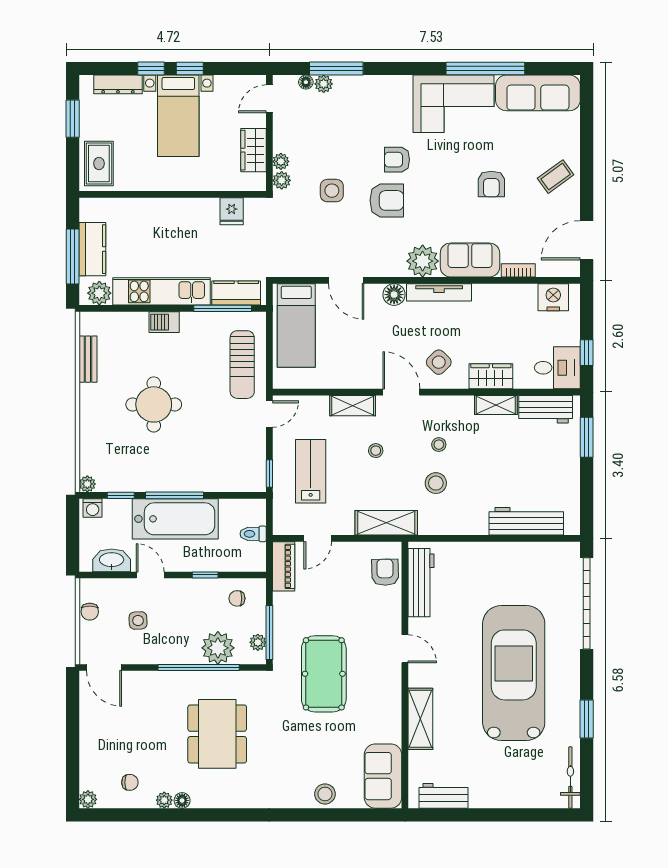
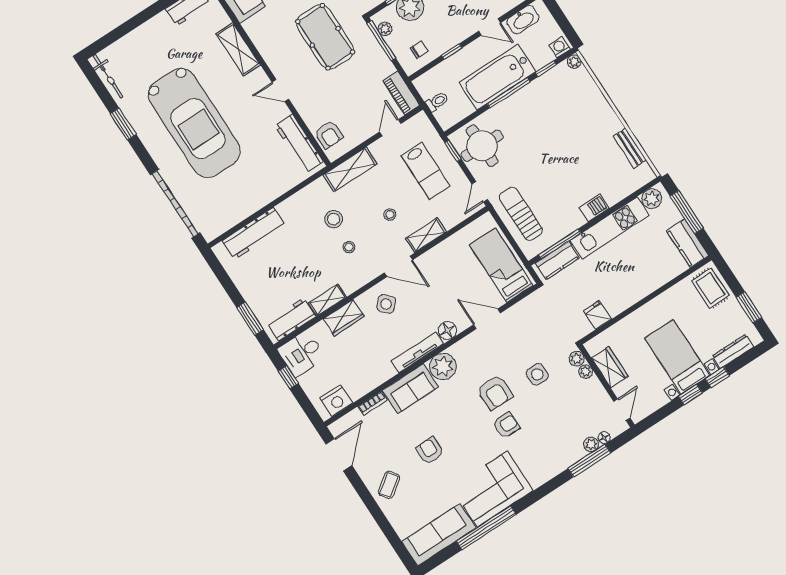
armchair: (387, 200) -> (495, 392), turned -90
kitchen counter: (92, 249) -> (688, 243), moved
round table: (154, 404) -> (482, 146), moved

